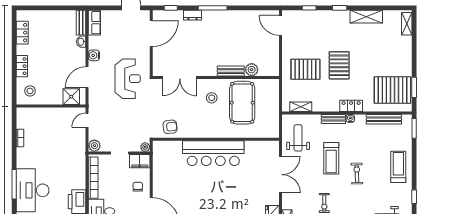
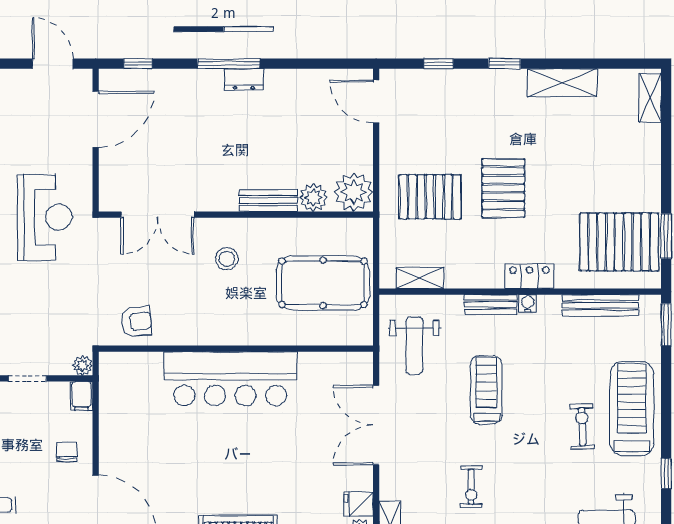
dresser: (193, 15) -> (244, 79), moved
plant: (270, 67) -> (354, 192), added
pool table: (242, 103) -> (323, 283), moved, turned 90
weight bench: (298, 138) -> (414, 346), turned 180
treadmill: (331, 158) -> (486, 390), turned 180
filing cabinet: (140, 161) -> (82, 396), width x0.50
treadmill: (398, 167) -> (632, 409), width x1.37, depth x1.38
exercise bike: (357, 173) -> (582, 427), moved
double door: (280, 175) -> (376, 425), swing flipped

